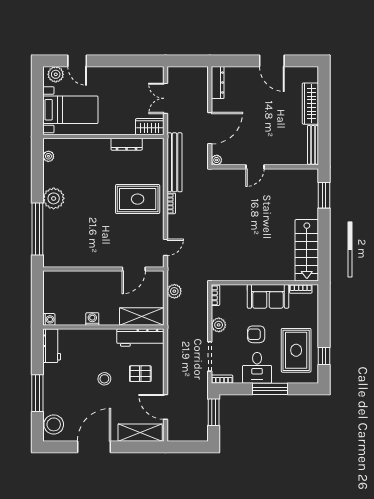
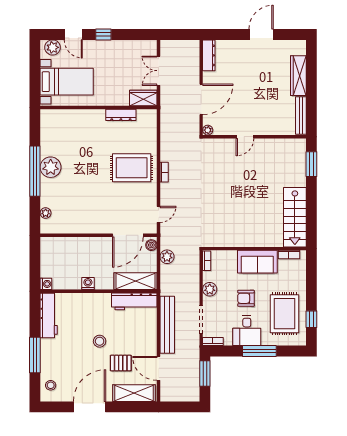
window: (108, 61) -> (103, 34), added
door: (272, 61) -> (261, 34), swing flipped
plant: (48, 156) -> (46, 213), moved
bench: (175, 162) -> (167, 325), moved
window: (37, 229) -> (35, 171), moved
door: (134, 269) -> (128, 235), width x1.36
boiler: (158, 279) -> (151, 245), added
workbench: (52, 346) -> (49, 316), width x1.37
pallet: (140, 374) -> (121, 363), moved
stool: (54, 424) -> (51, 385), width x0.53, depth x0.53

